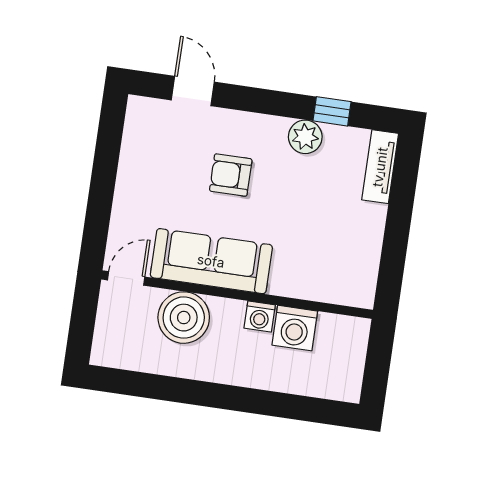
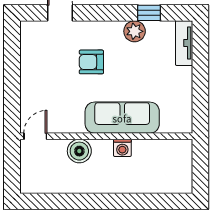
sofa: (211, 261) -> (122, 118), moved
boiler: (184, 318) -> (79, 151), width x0.73, depth x0.73
washing machine: (295, 328) -> (145, 152), removed

